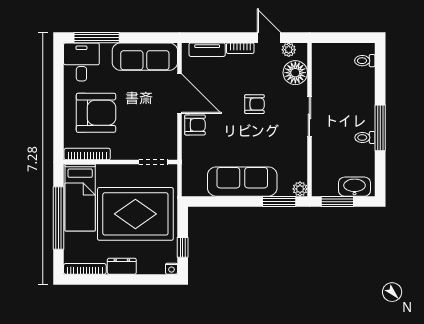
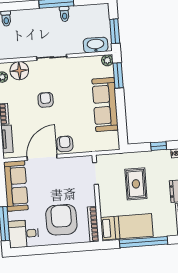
washbasin: (355, 187) -> (96, 45), moved, turned 90
rug: (135, 214) -> (136, 184), width x0.54, depth x0.49

